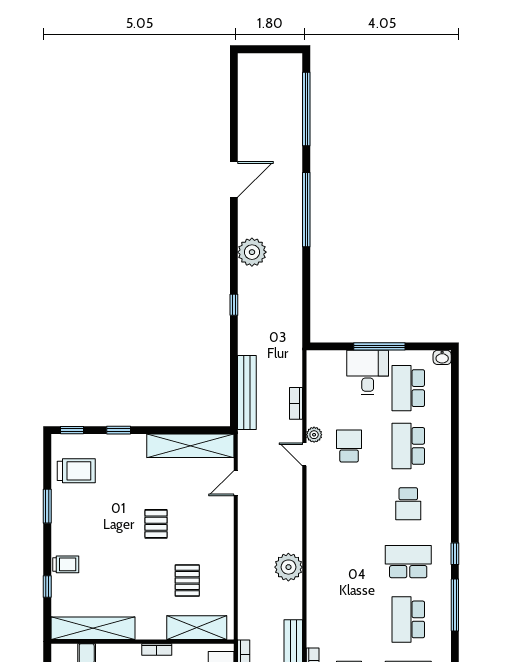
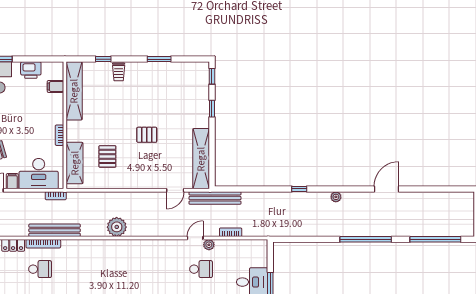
door: (234, 179) -> (387, 189), swing flipped
plant: (252, 252) -> (336, 197), width x0.53, depth x0.53
bench: (247, 392) -> (215, 198), moved
trolley: (76, 471) -> (184, 79), removed
door: (236, 483) -> (175, 190), swing flipped
pallet: (187, 580) -> (107, 156), turned 90

